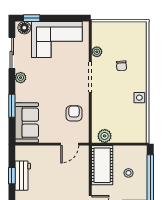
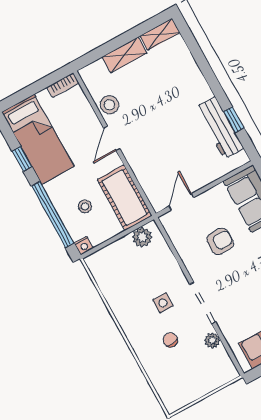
side table: (139, 98) -> (163, 303), moved
armchair: (74, 113) -> (220, 241), moved, turned -90
nightstand: (142, 150) -> (84, 246), added
workbench: (23, 176) -> (220, 128), width x1.38

